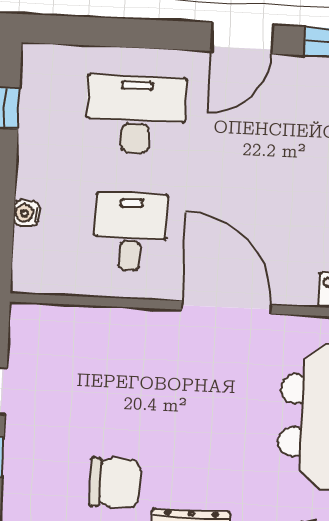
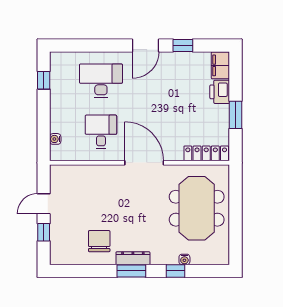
water cooler: (26, 213) -> (55, 139), moved
chair: (115, 483) -> (99, 241), turned -90

